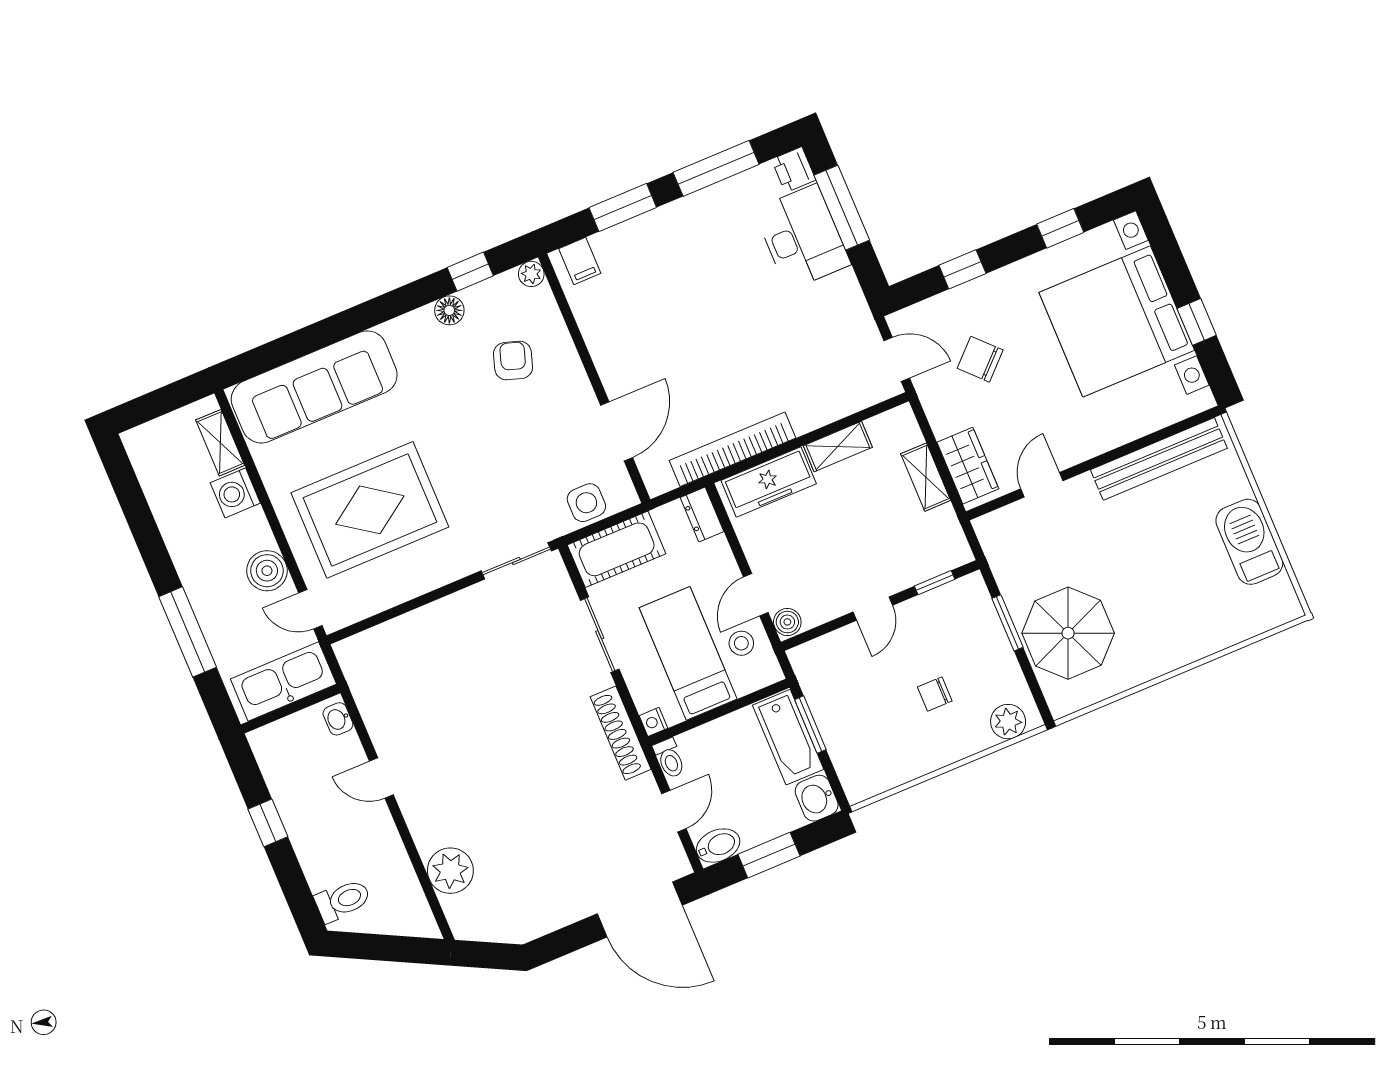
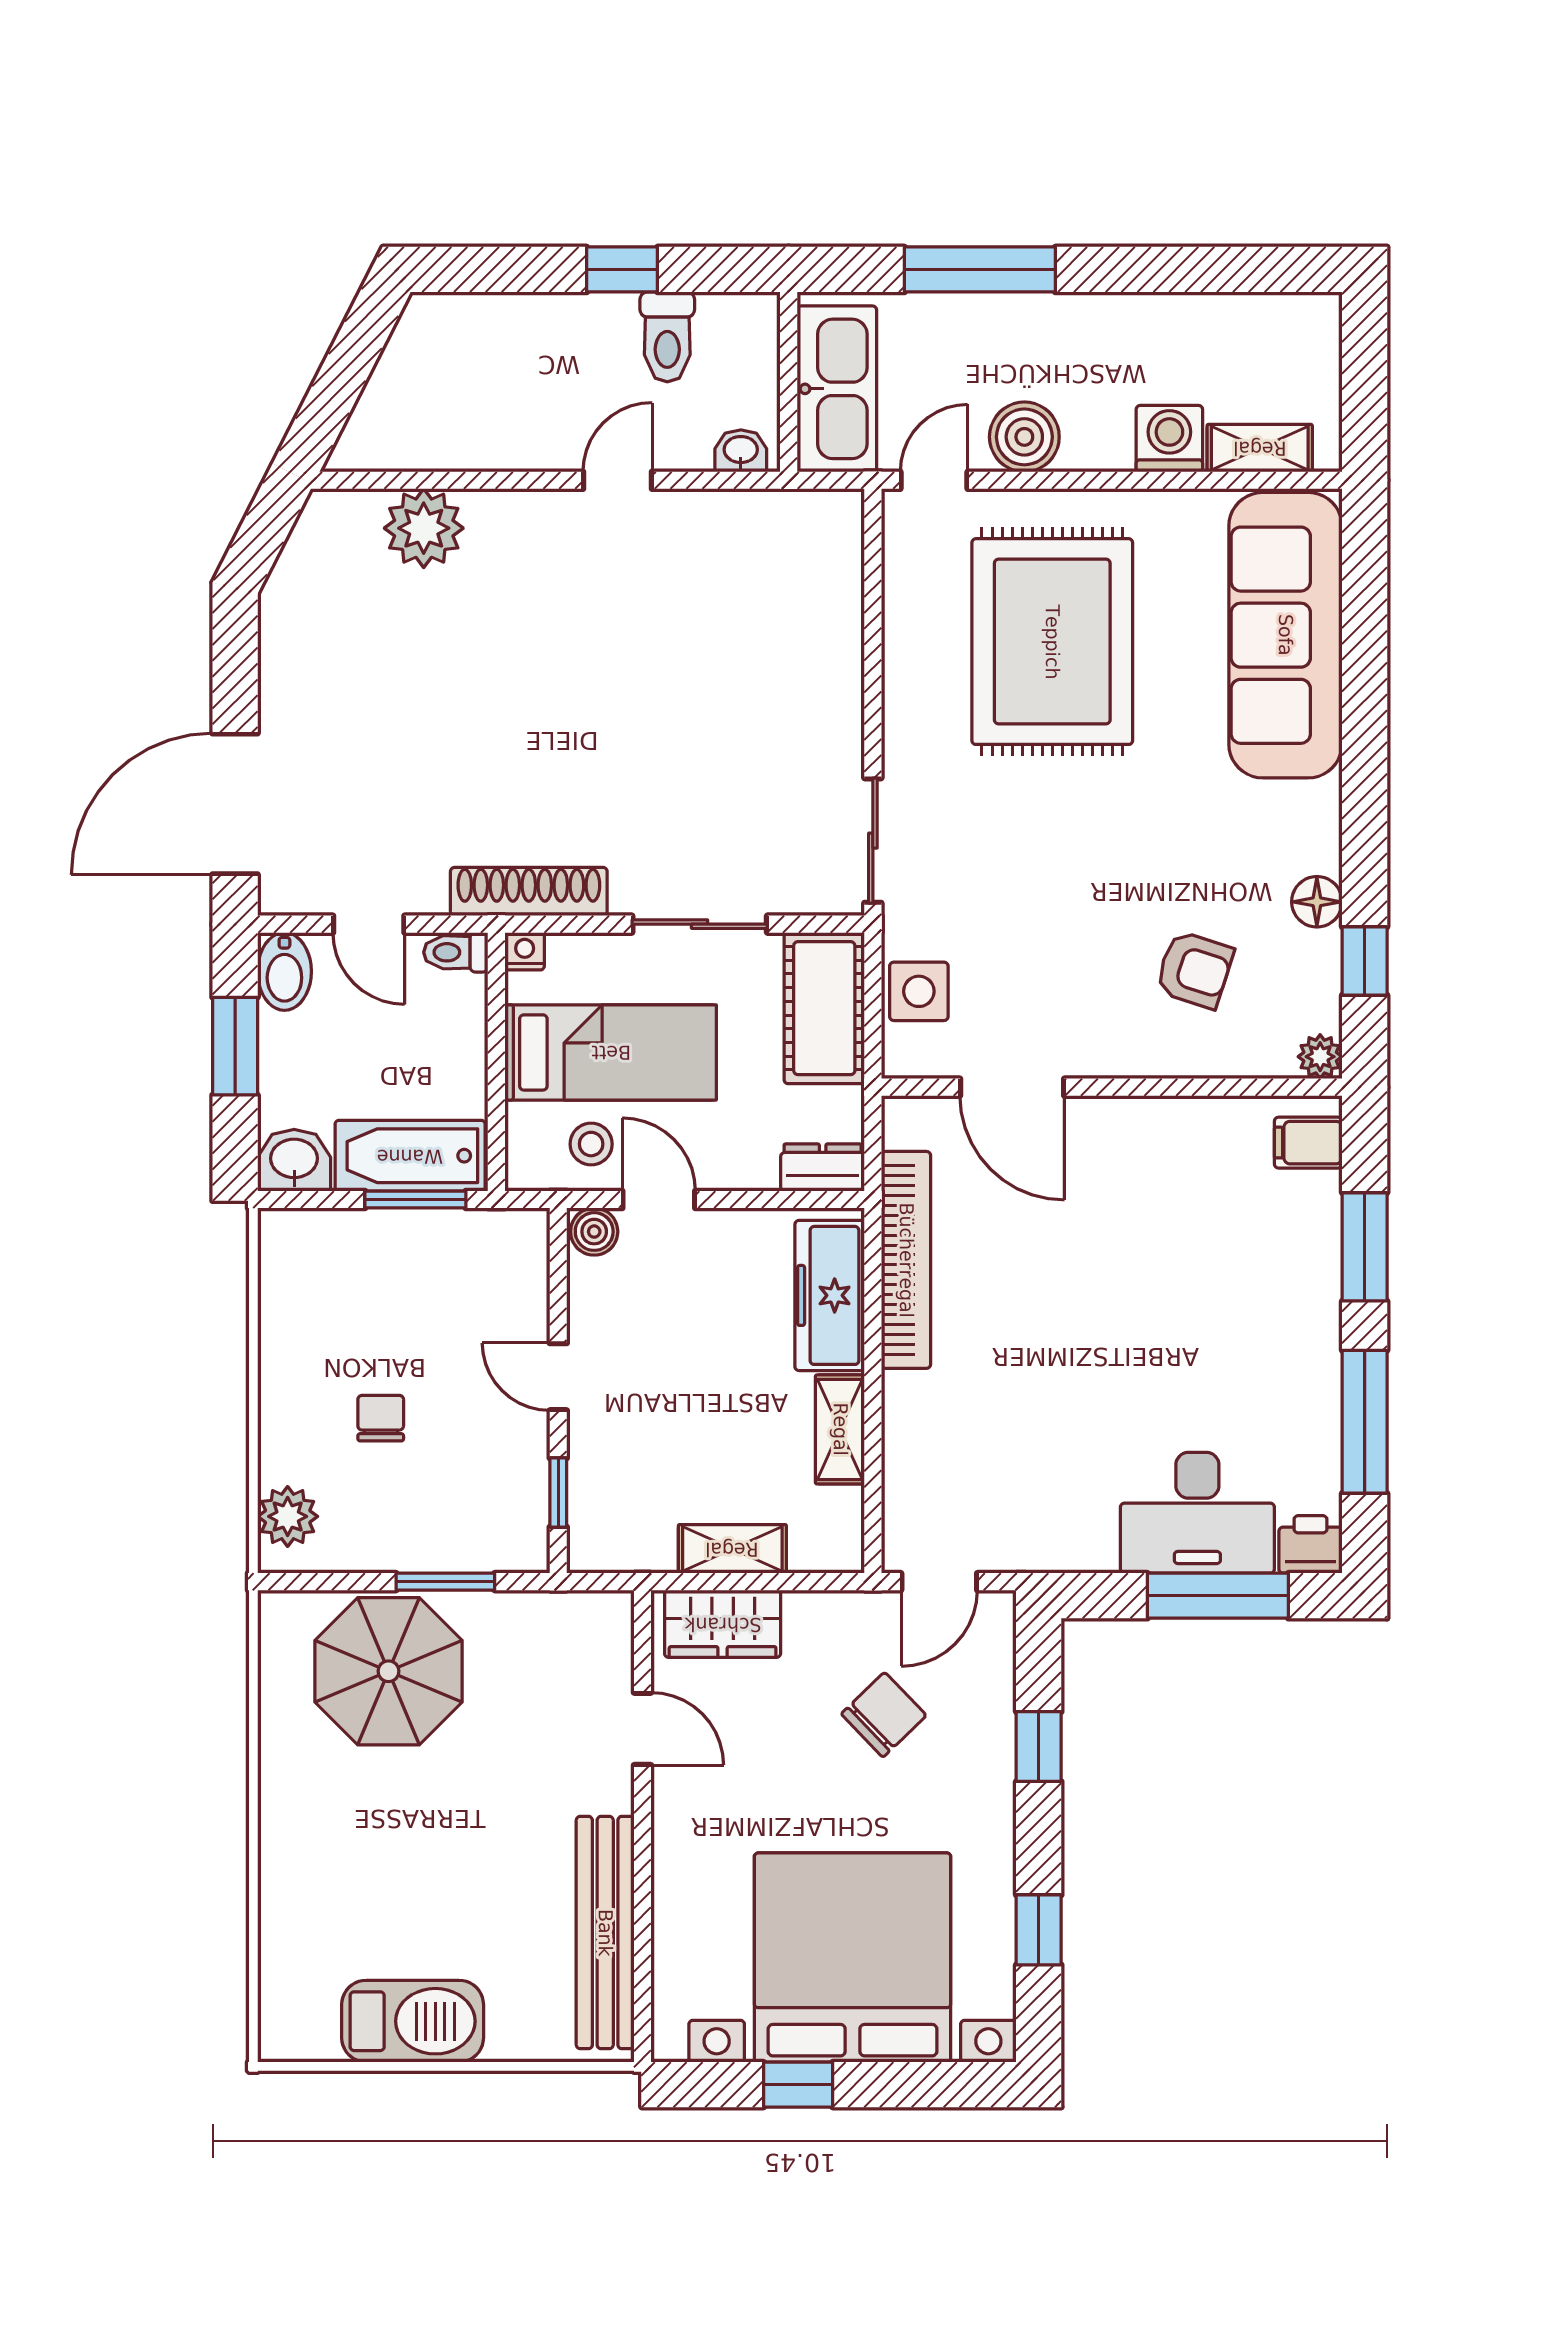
toilet: (343, 900) -> (667, 337), moved

